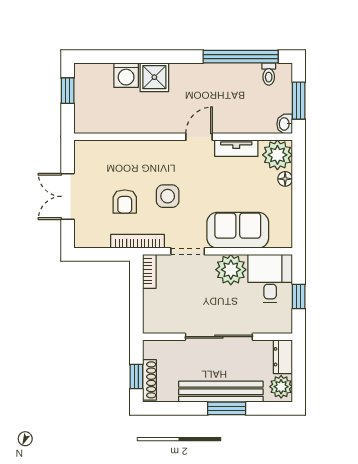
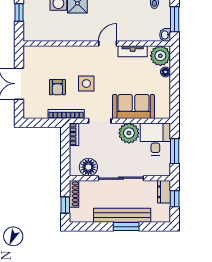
window: (299, 297) -> (175, 151), width x1.50
floor lamp: (171, 320) -> (88, 167), added
window: (299, 367) -> (175, 199), added
shoe rack: (149, 380) -> (74, 194), moved
plant: (281, 387) -> (163, 212), removed

